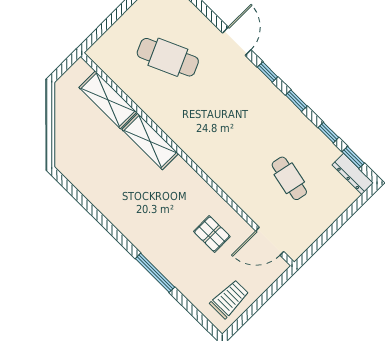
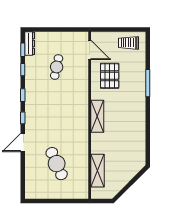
shelving: (150, 142) -> (97, 116), moved
pallet: (212, 234) -> (110, 76), width x1.50, depth x1.42

